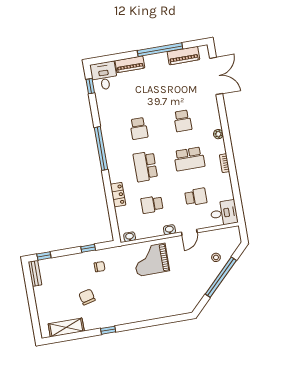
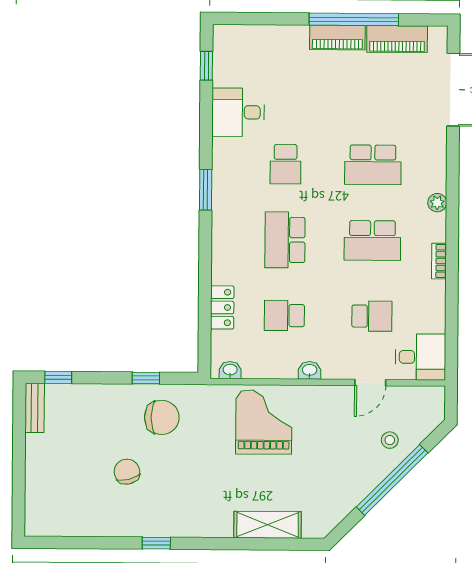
piano: (130, 64) -> (337, 37), moved
desk: (104, 76) -> (238, 112), moved, turned -90
school desk: (183, 121) -> (373, 165), width x1.85
window: (101, 148) -> (206, 190), width x0.47
locker: (118, 195) -> (222, 307), moved
door: (189, 232) -> (370, 383), moved
grand piano: (151, 260) -> (264, 422), turned 90
chair: (100, 267) -> (162, 417), width x1.87, depth x1.87
shelving: (66, 328) -> (268, 525), moved

